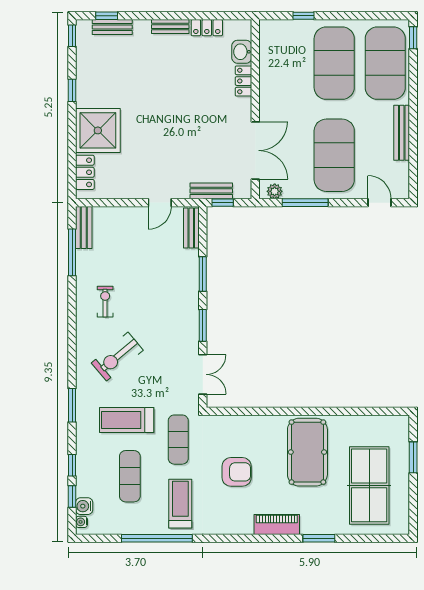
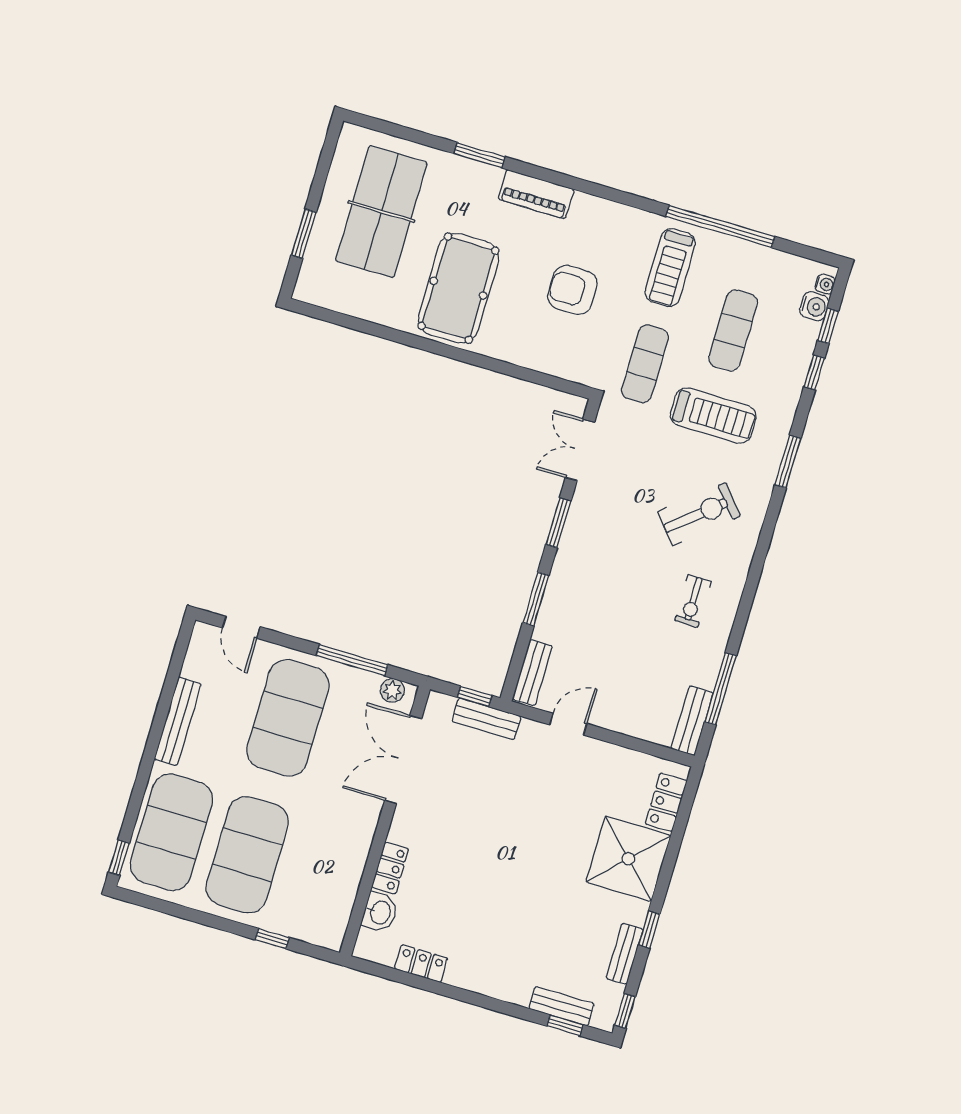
bench: (170, 27) -> (625, 954), moved, turned 90

